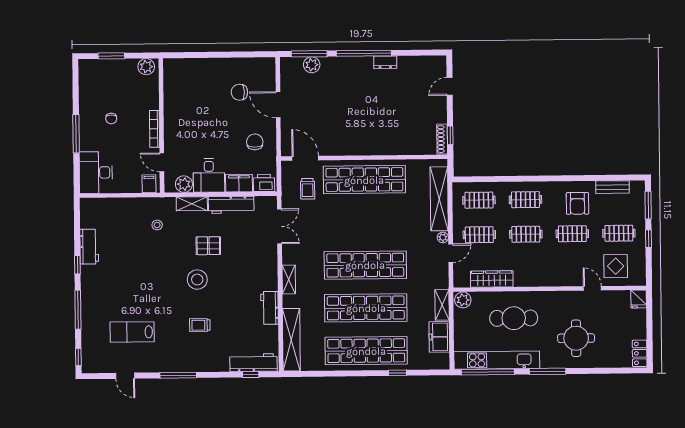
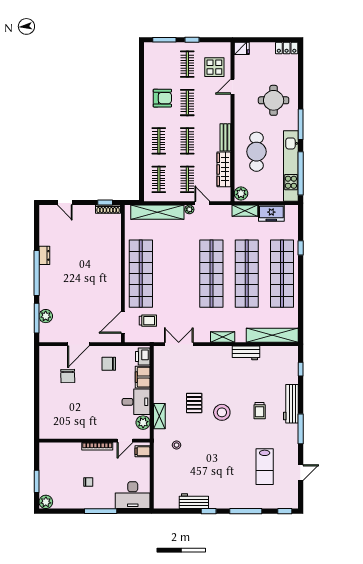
plant: (146, 67) -> (46, 502), moved
bench: (612, 187) -> (225, 137), moved
workbench: (231, 205) -> (161, 384), removed
workbench: (253, 363) -> (291, 404), moved

